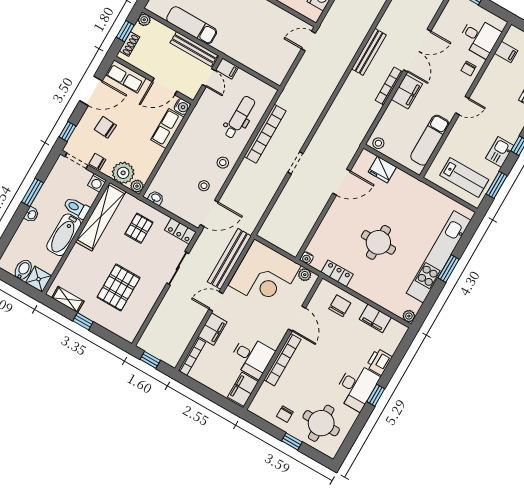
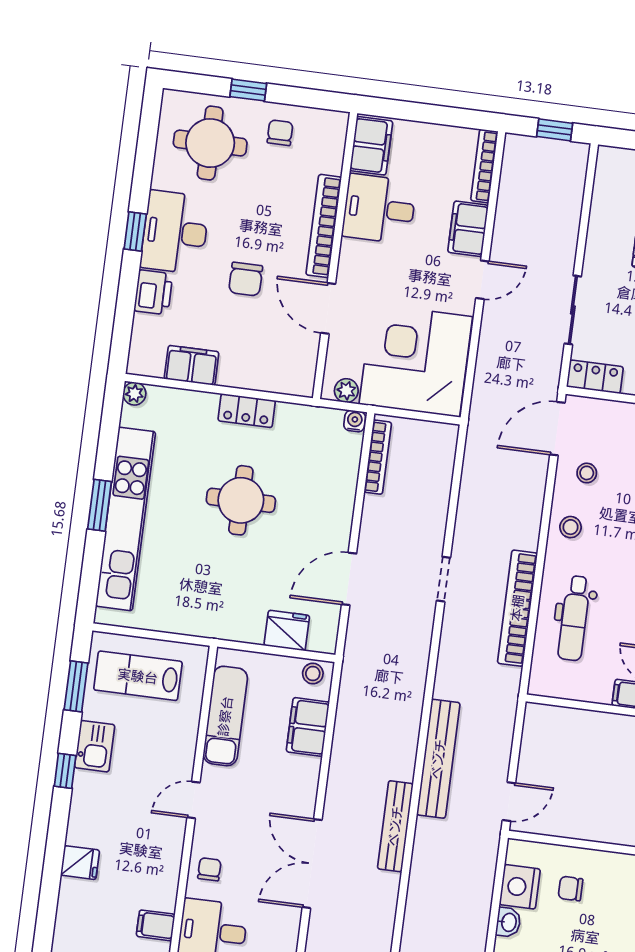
bookcase: (389, 86) -> (378, 457), moved
filing cabinet: (407, 92) -> (308, 727), moved
bench: (229, 259) -> (438, 759), moved
locker: (337, 273) -> (247, 411), moved
chair: (340, 306) -> (246, 279), moved

